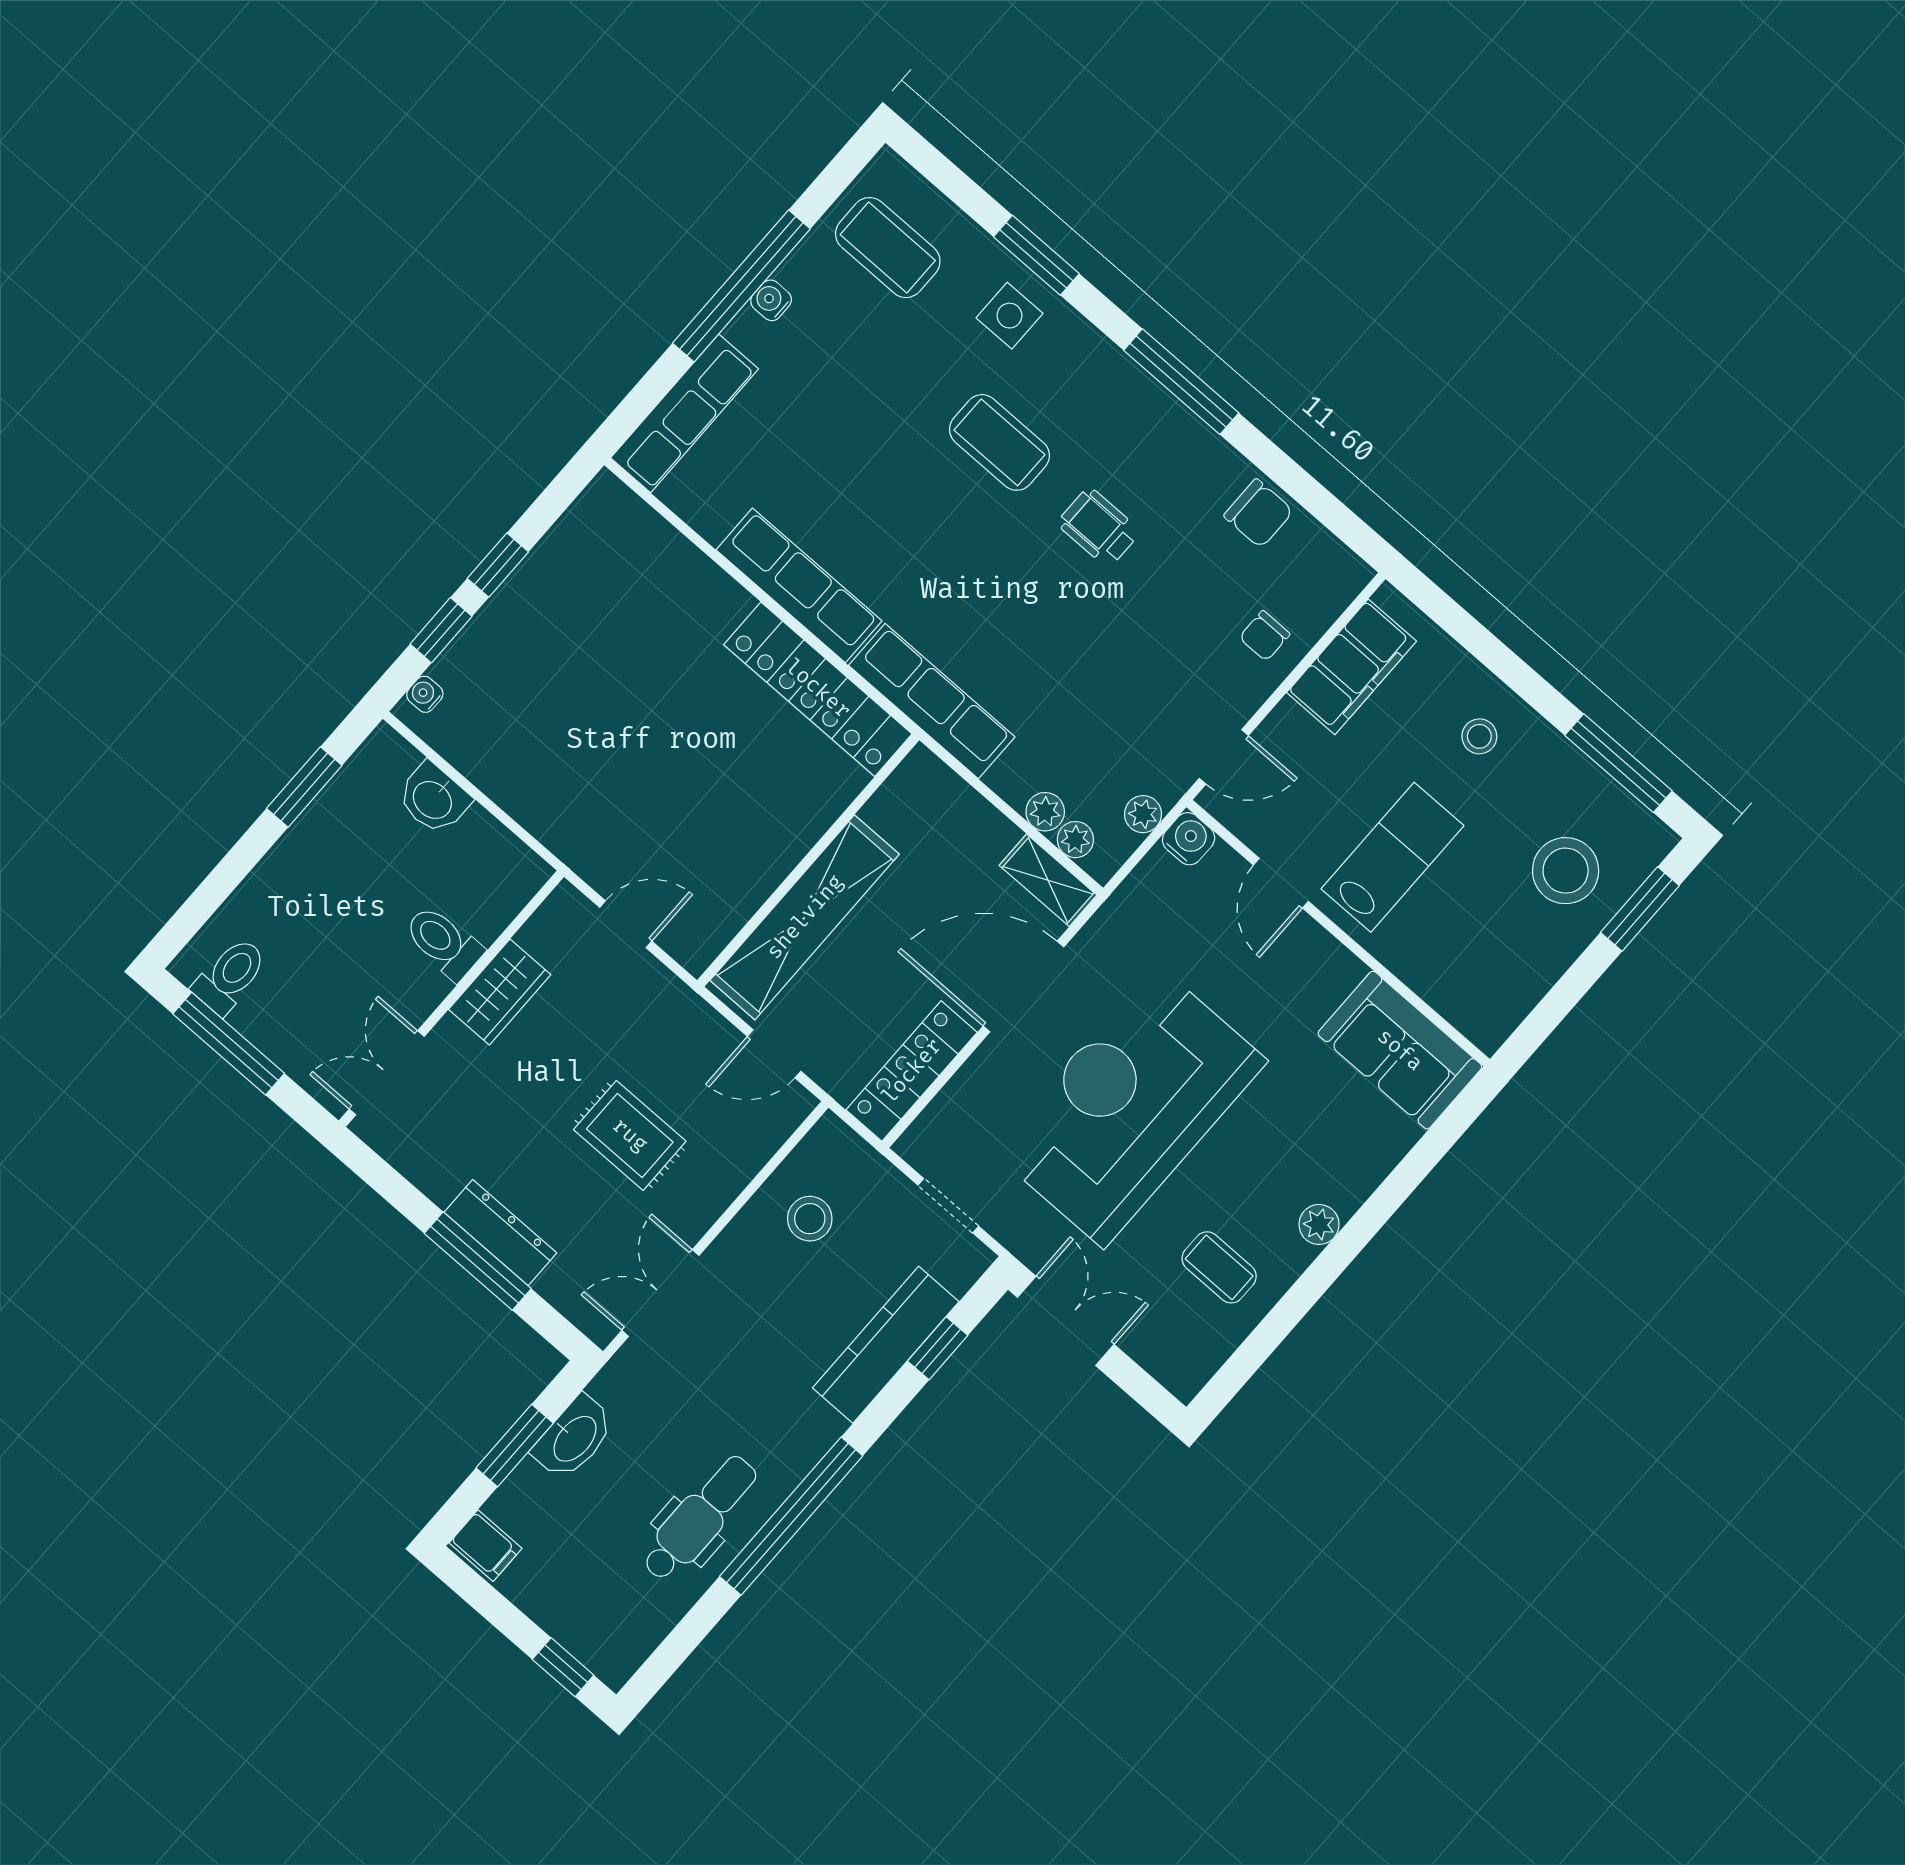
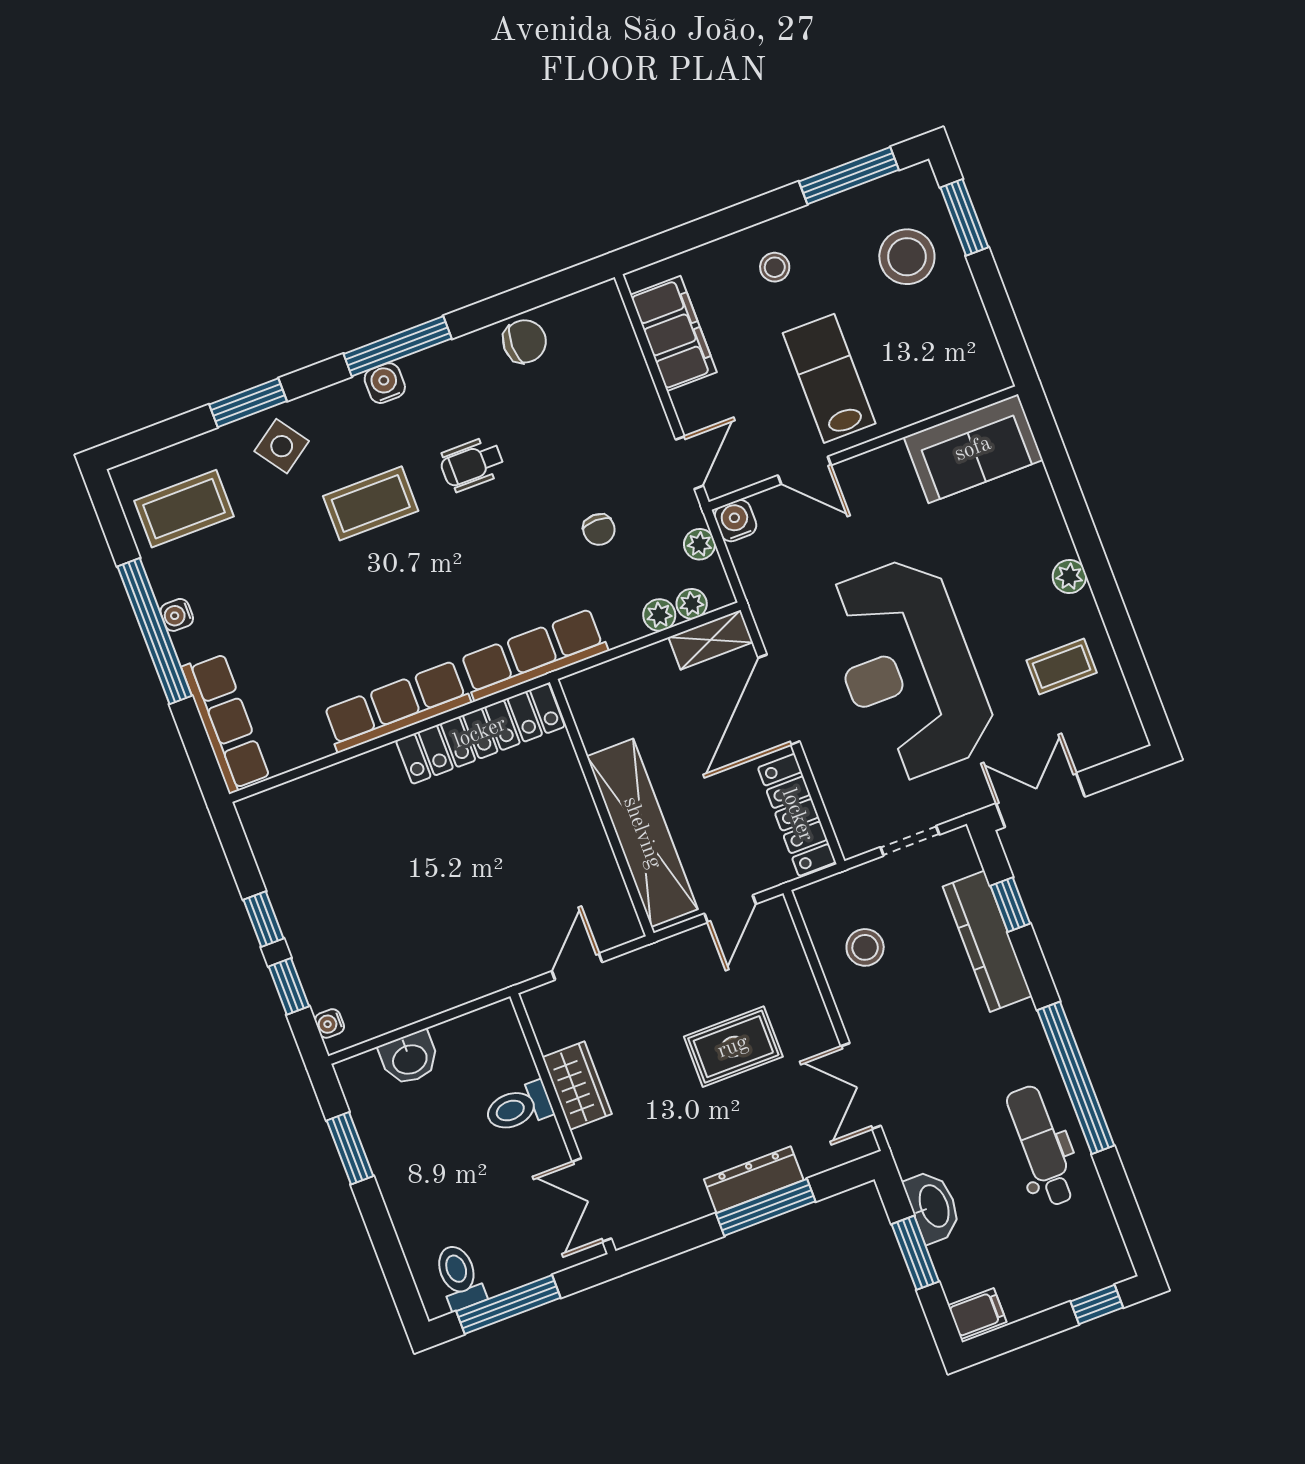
side table: (1010, 316) -> (282, 446), turned -35
water cooler: (1135, 389) -> (385, 383), added
chair: (1265, 636) -> (599, 530), moved

